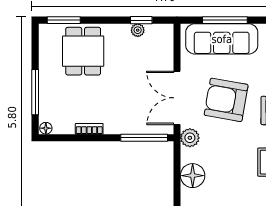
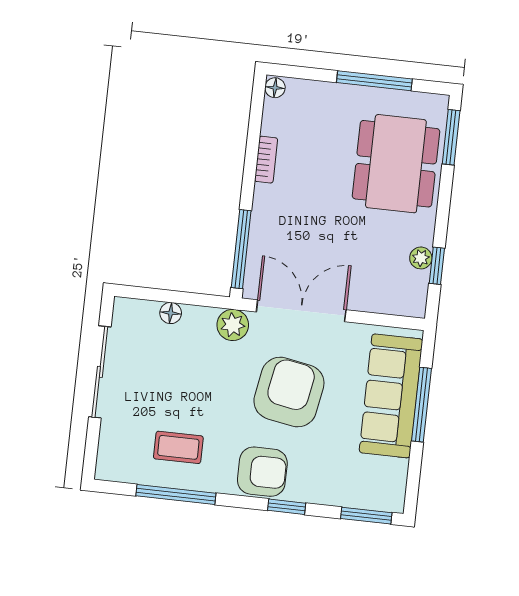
dining table: (83, 51) -> (396, 164), width x1.38
window: (35, 92) -> (374, 81), moved
floor lamp: (193, 176) -> (171, 313), width x0.53, depth x0.53

